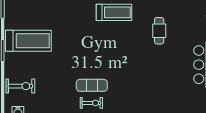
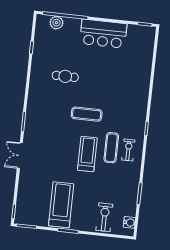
treadmill: (114, 12) -> (87, 154), moved
exercise mat: (123, 57) -> (87, 114), added

